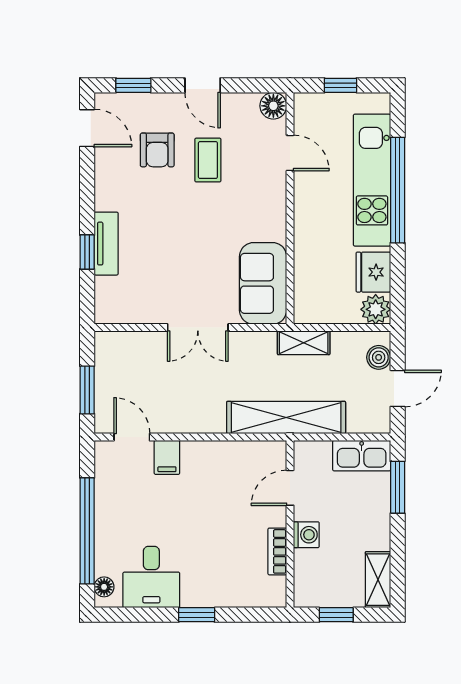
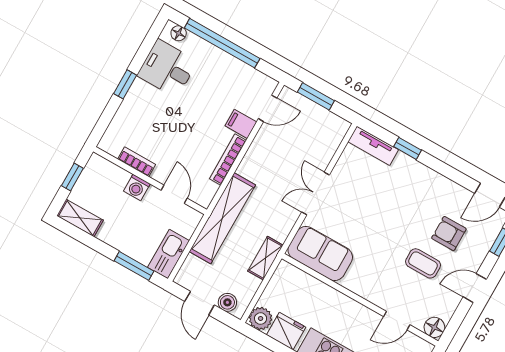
tv unit: (106, 244) -> (373, 146), moved
bookcase: (216, 449) -> (228, 160), added

